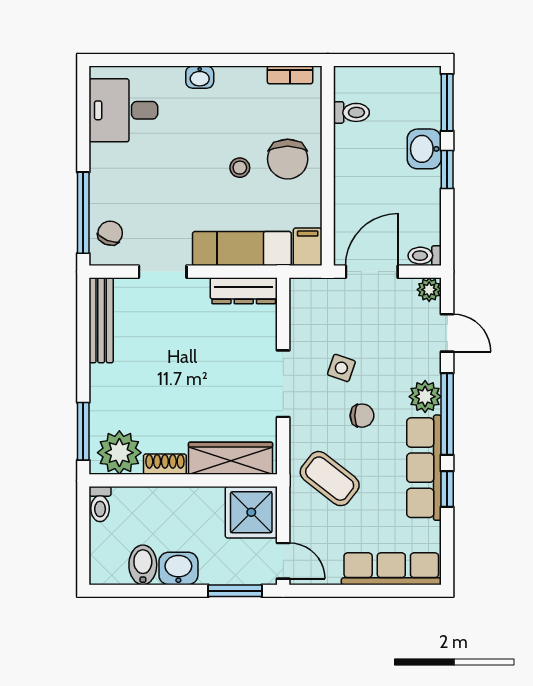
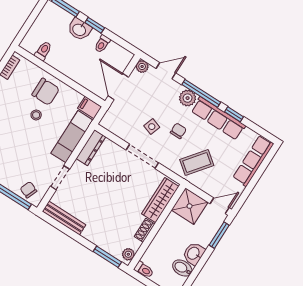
toilet: (425, 256) -> (102, 44), moved
plant: (119, 453) -> (128, 254), width x0.53, depth x0.53

